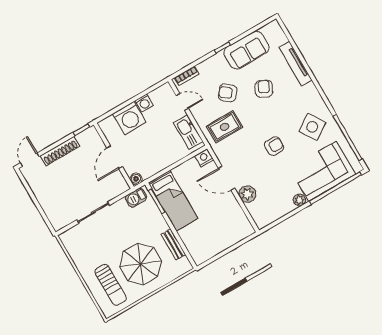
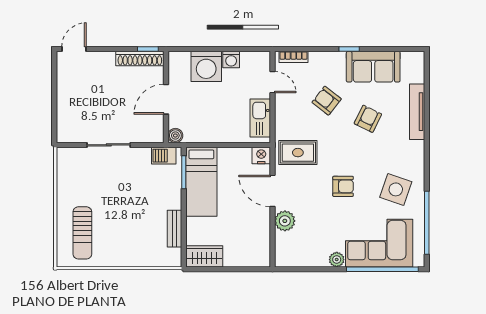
rug: (225, 127) -> (298, 153), moved
side table: (312, 127) -> (396, 189), turned -38
shoe rack: (60, 151) -> (140, 59), moved
wardrobe: (205, 252) -> (204, 256), added
parasol: (141, 264) -> (127, 229), removed

